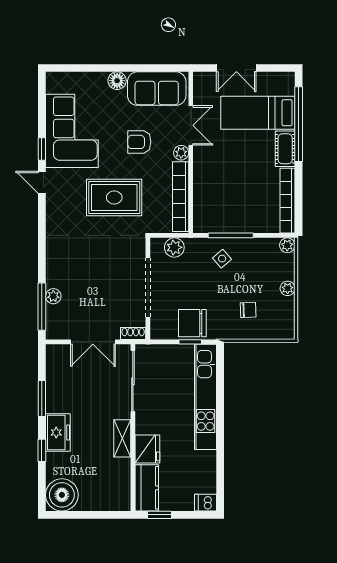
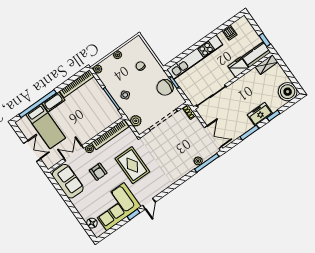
floor lamp: (117, 81) -> (92, 223), moved
chair: (192, 323) -> (165, 87), turned 90
double door: (93, 342) -> (213, 137), moved
shelving: (122, 438) -> (267, 64), moved
dishwasher: (206, 503) -> (230, 33), moved

